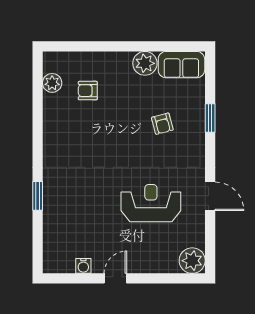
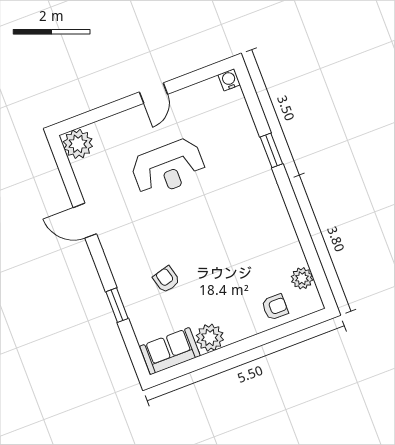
armchair: (88, 91) -> (275, 307), moved
reception desk: (151, 203) -> (168, 167), moved
water cooler: (83, 266) -> (229, 80), moved

